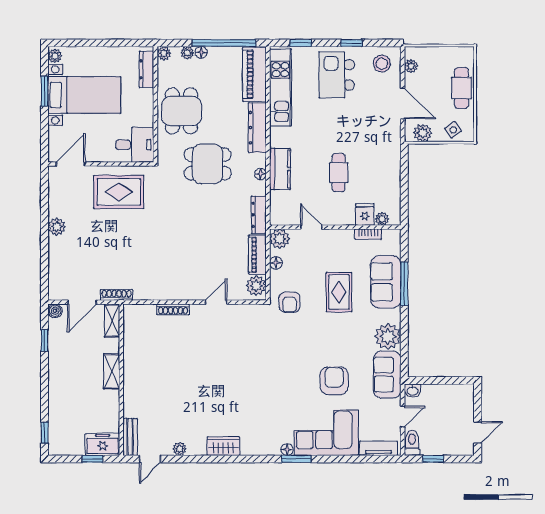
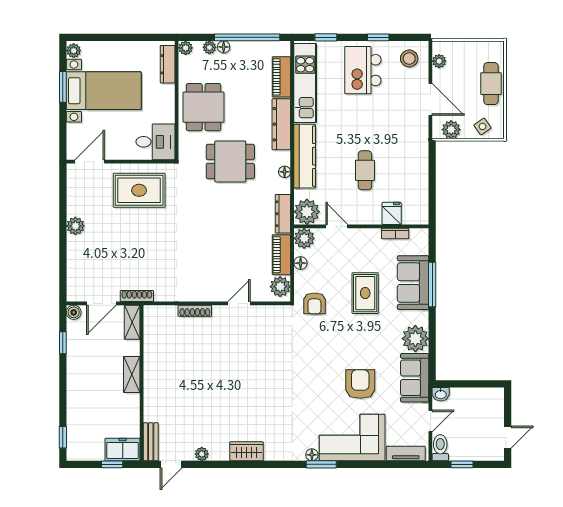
piano: (254, 74) -> (281, 77), width x0.73, depth x0.75
kitchen counter: (280, 169) -> (305, 156), width x1.50
plant: (382, 219) -> (307, 212), moved, width x1.88, depth x1.88

